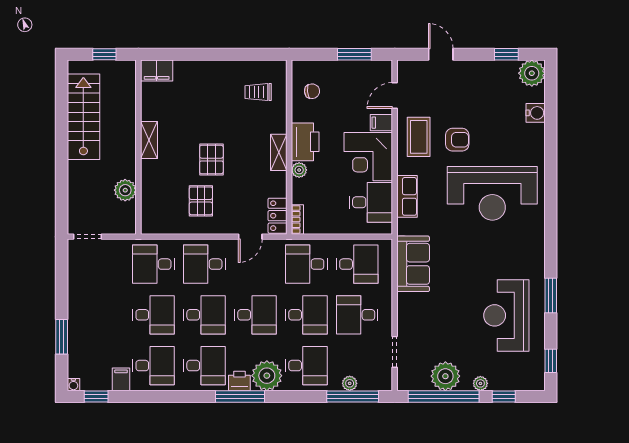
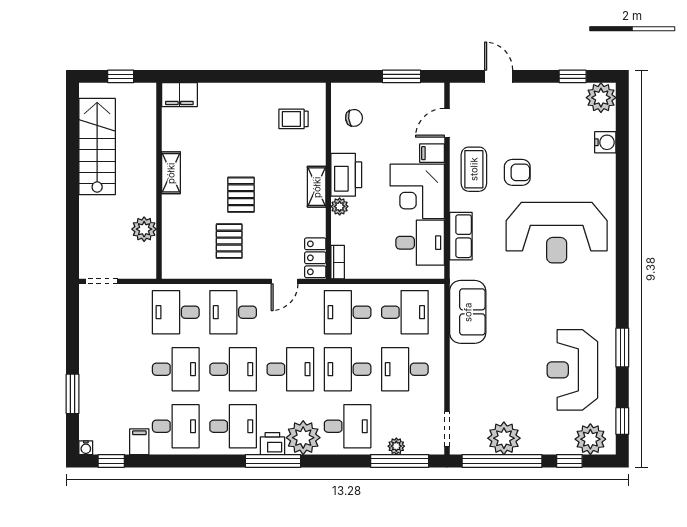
desk: (306, 315) -> (348, 369), turned 180
doorway: (395, 352) -> (447, 429), moved
plant: (480, 383) -> (590, 439), moved, width x1.88, depth x1.88

